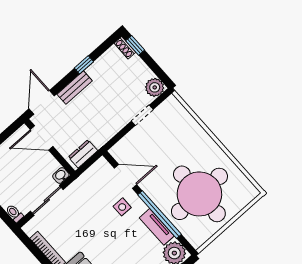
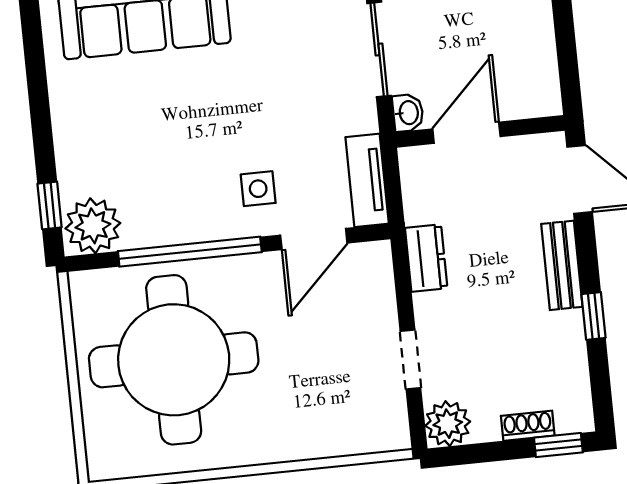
shoe rack: (125, 48) -> (528, 426), moved
door: (42, 138) -> (466, 133), moved
dresser: (83, 154) -> (426, 258), moved
tv unit: (157, 227) -> (367, 180), moved, turned -90

